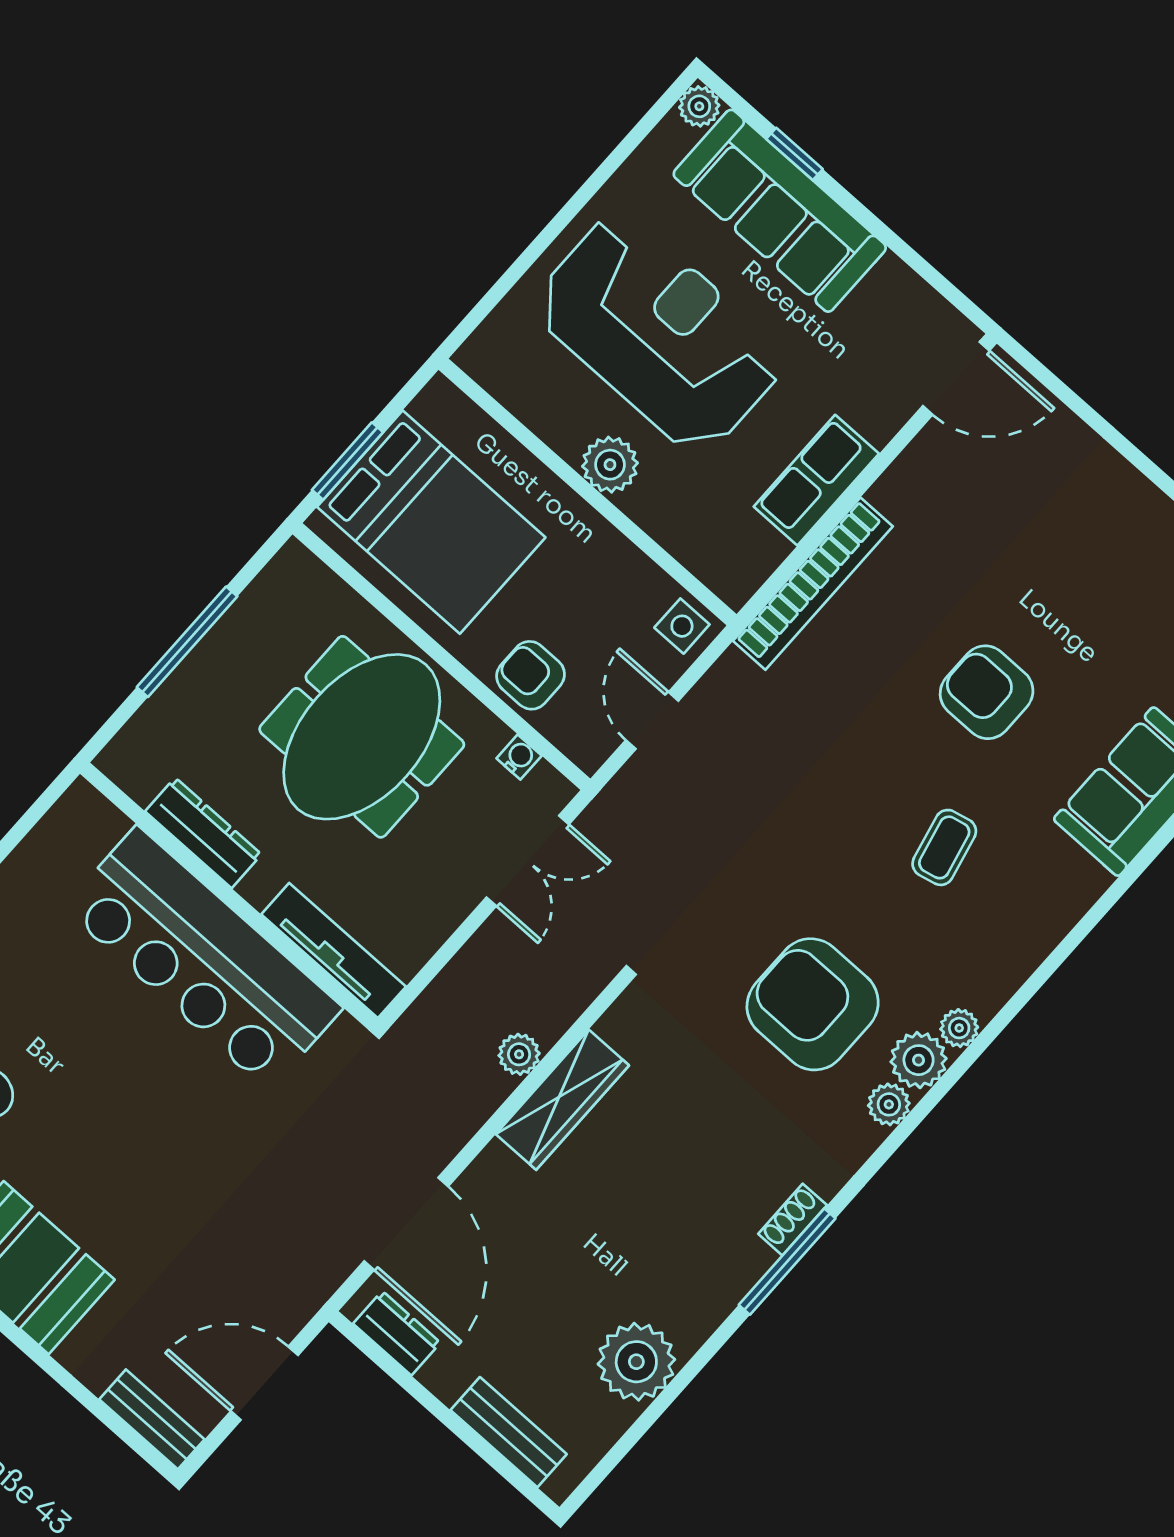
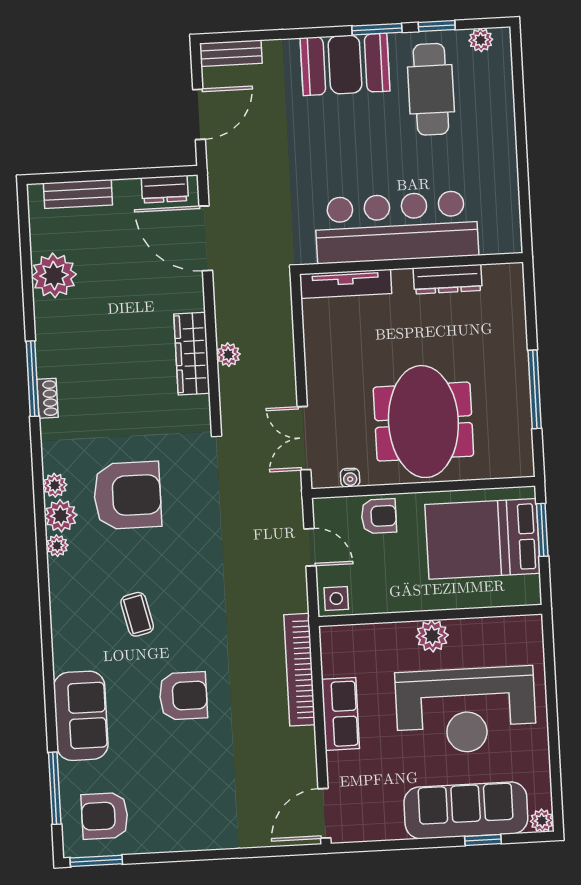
dresser: (203, 833) -> (448, 279), moved
wall: (229, 896) -> (411, 264), moved
tv unit: (334, 950) -> (346, 284), moved
bar counter: (203, 958) -> (397, 227), moved

